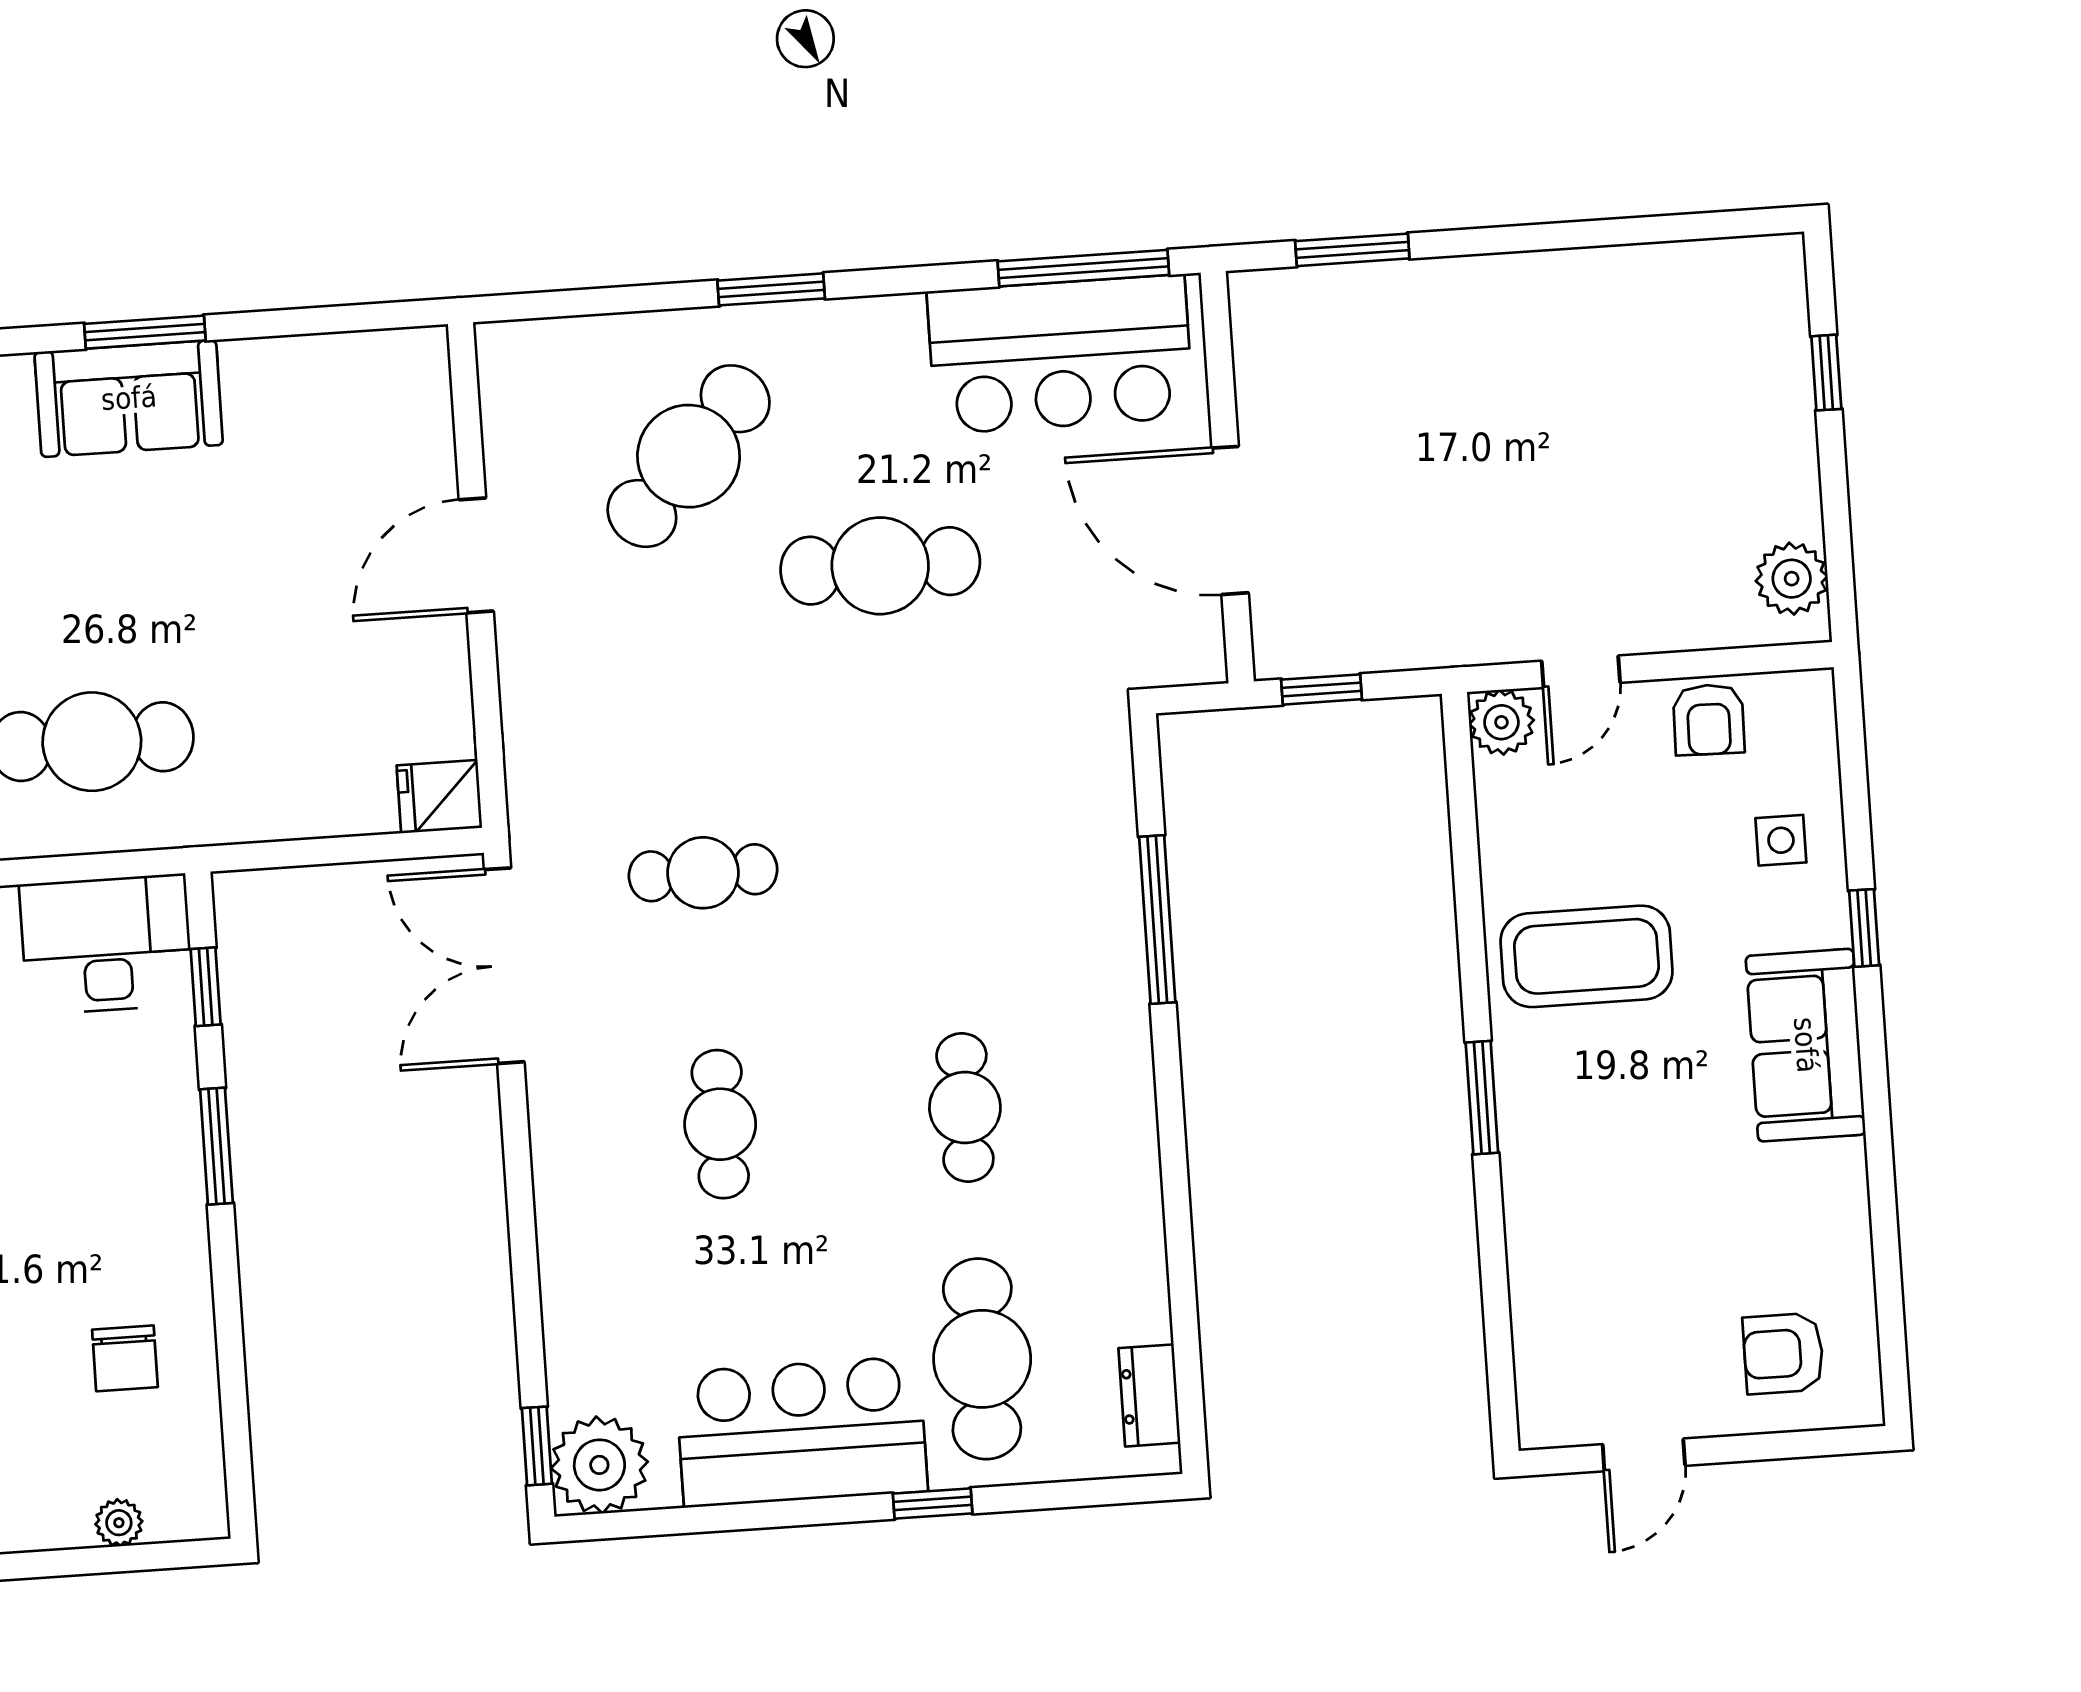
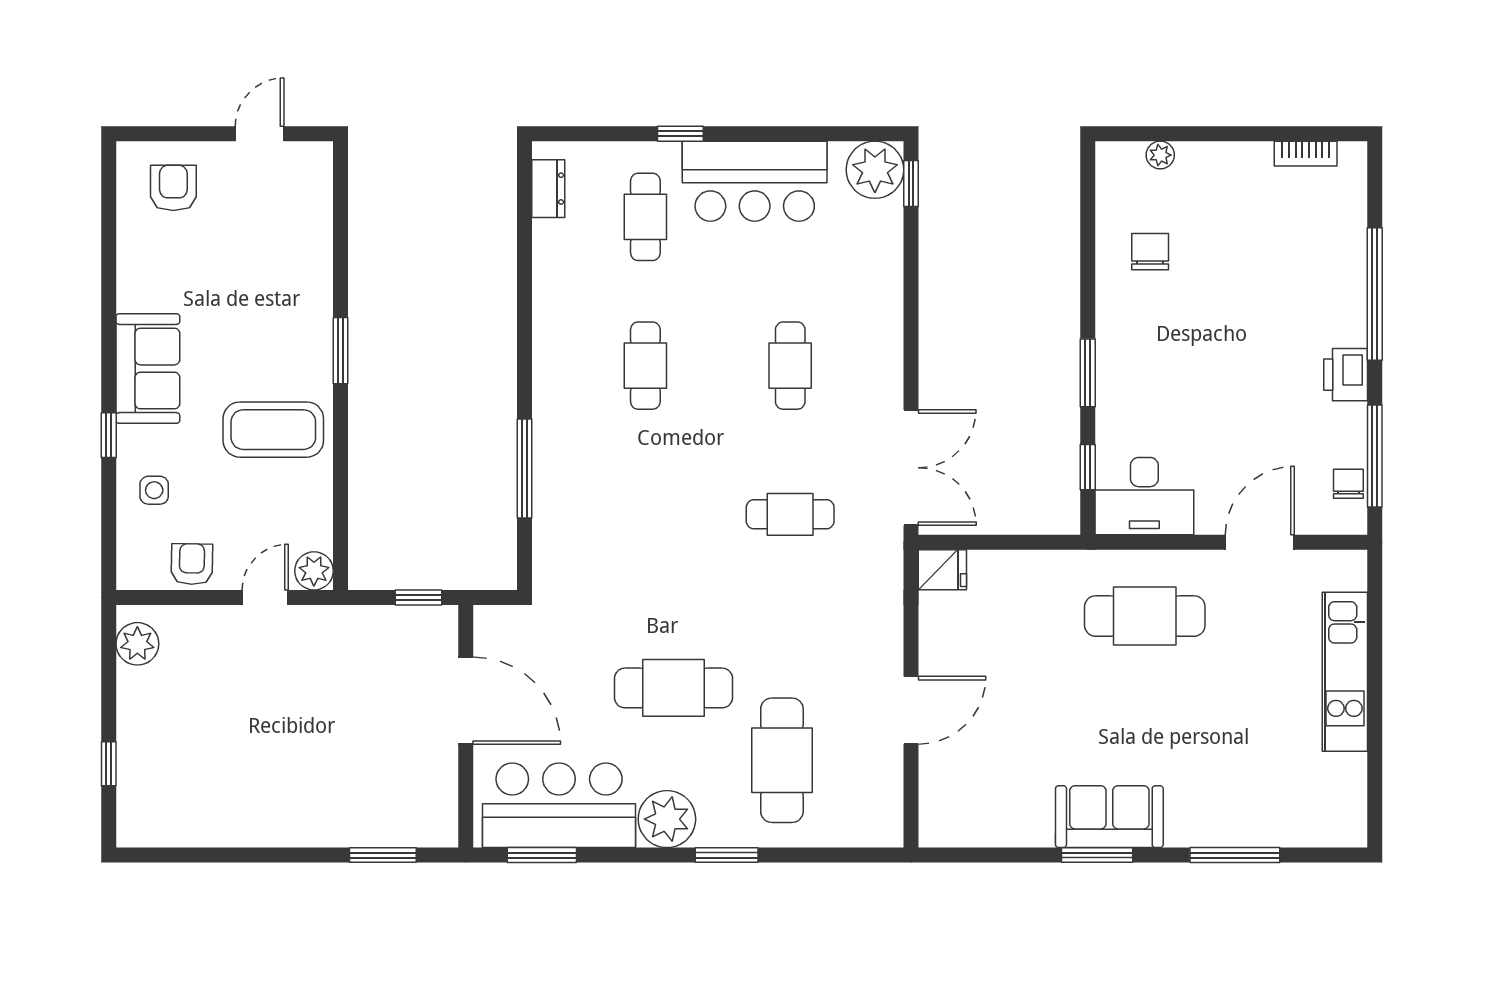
window: (1083, 268) -> (542, 855), width x0.69
plant: (876, 343) -> (667, 819), added
cafe table: (689, 456) -> (782, 760), turned -43
armchair: (1783, 1353) -> (173, 188), turned -90
cafe table: (982, 1359) -> (645, 217), width x0.73, depth x0.74

